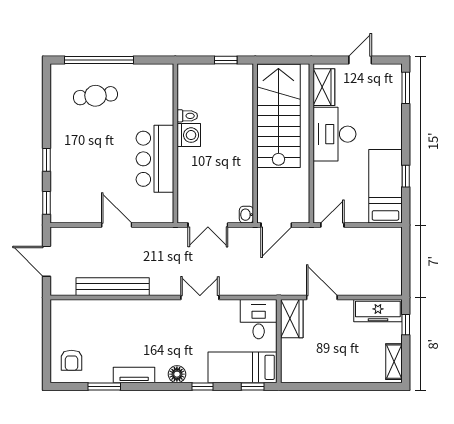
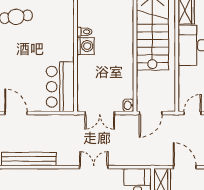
bar counter: (155, 159) -> (60, 87), moved
door: (117, 225) -> (16, 113), moved

